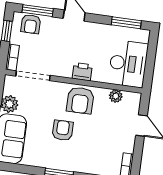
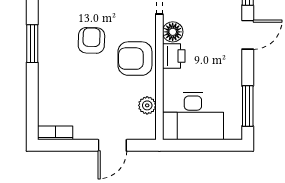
floor lamp: (65, 70) -> (173, 32), added
armchair: (63, 130) -> (91, 40), turned -88

